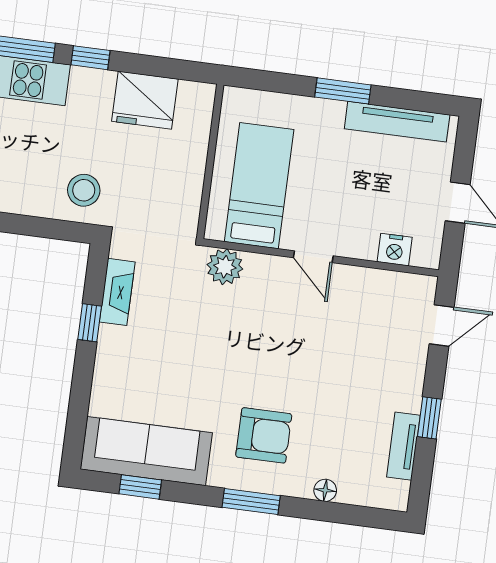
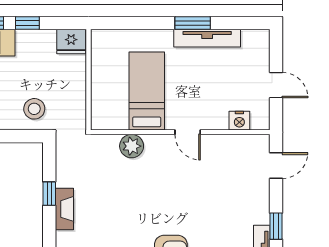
fridge: (145, 100) -> (71, 41), width x0.73, depth x0.75
tv unit: (397, 122) -> (207, 38), moved
wall: (210, 162) -> (88, 80), moved
fireplace: (117, 292) -> (64, 209), moved

